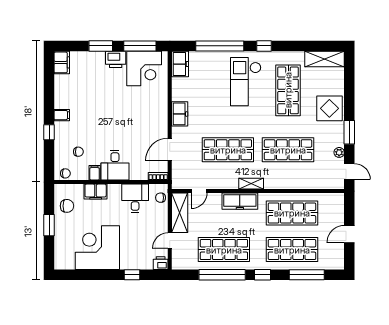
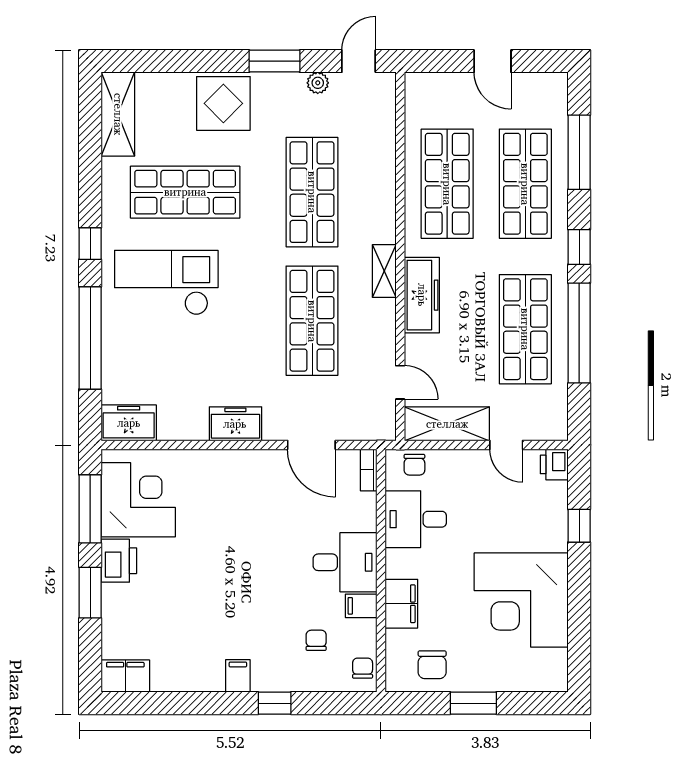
checkout: (246, 82) -> (166, 283), turned 180
chair: (67, 206) -> (432, 665), turned 180

